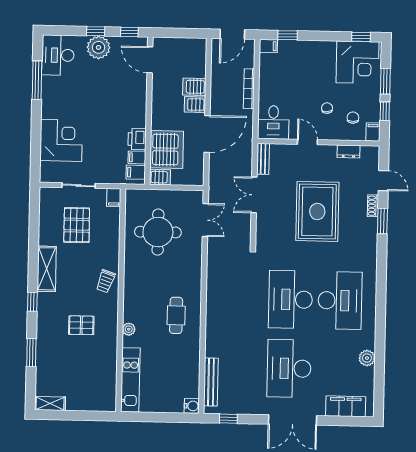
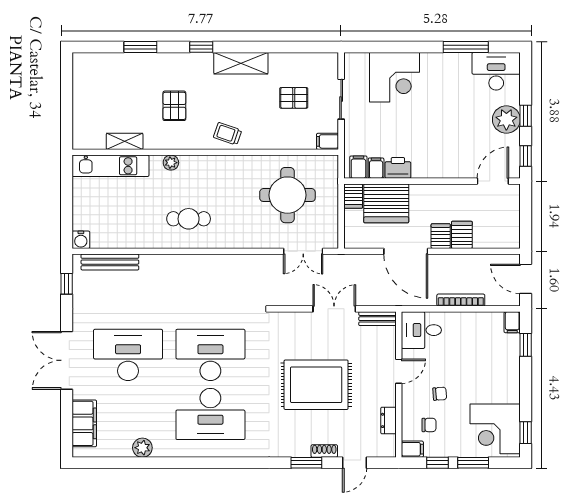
pallet: (77, 225) -> (294, 98), width x0.67, depth x0.71
shelving: (50, 403) -> (125, 141), moved, turned 90

